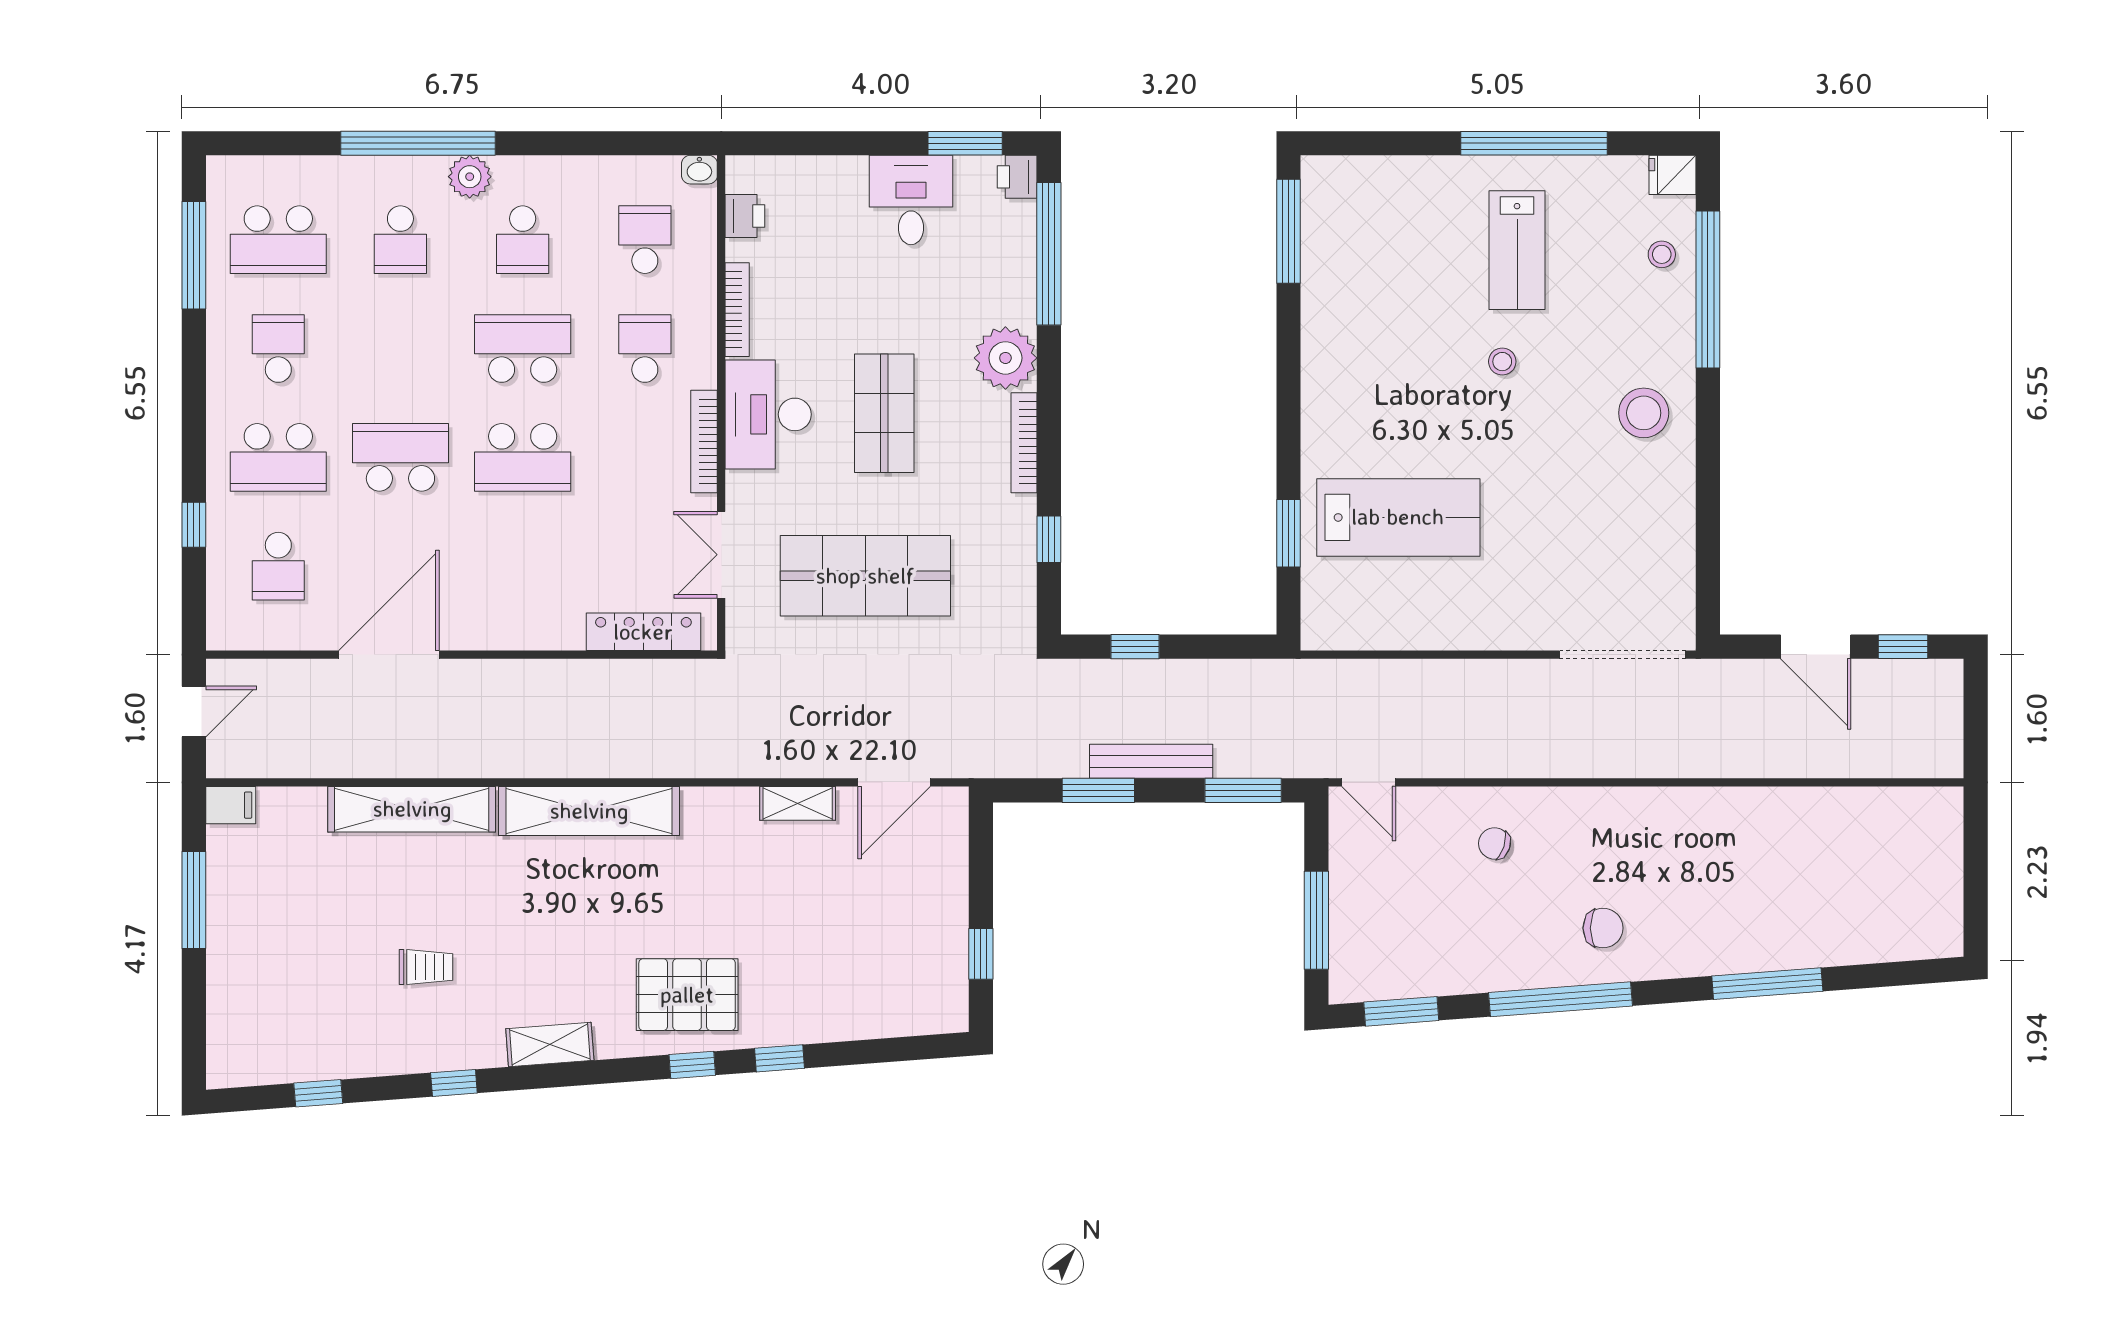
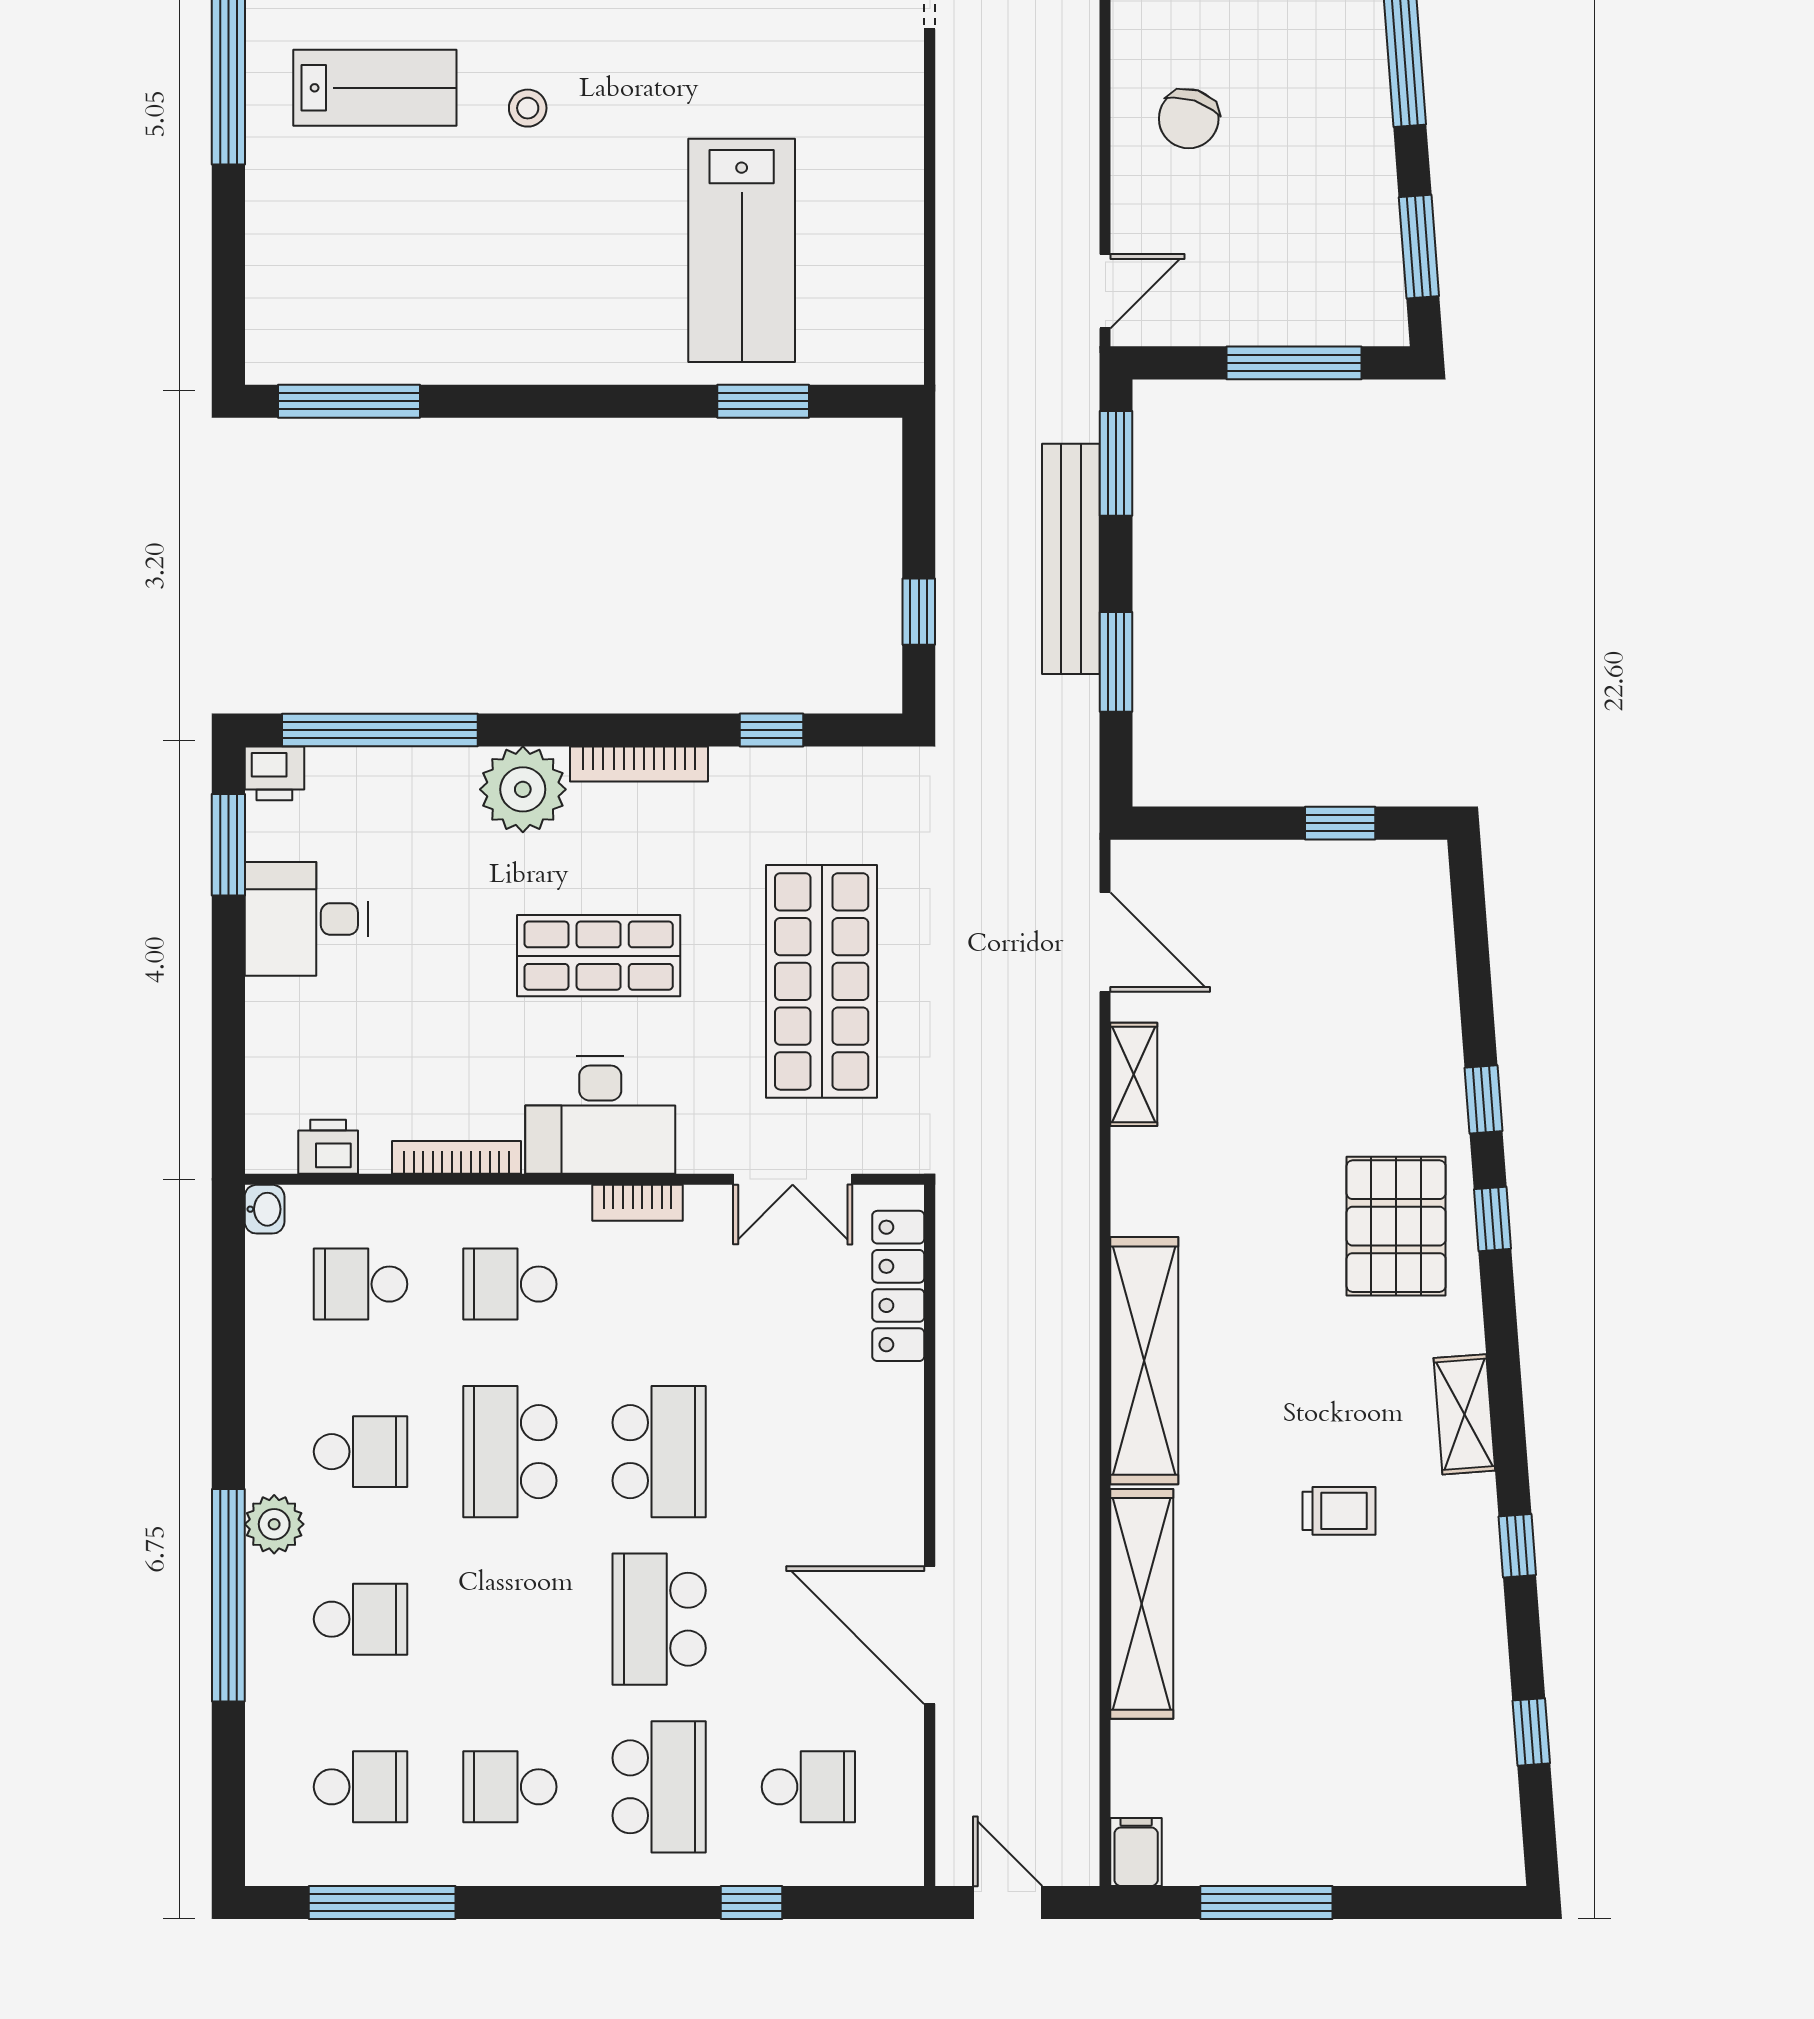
school desk: (278, 240) -> (361, 1787), width x0.54
bookcase: (704, 442) -> (637, 1203), width x0.64
lab bench: (1398, 517) -> (742, 250), turned 180
bench: (1151, 761) -> (1071, 559), width x1.37, depth x1.21
chair: (1494, 843) -> (1189, 119), width x1.37, depth x1.37
trolley: (426, 967) -> (1339, 1511), moved, turned 90

